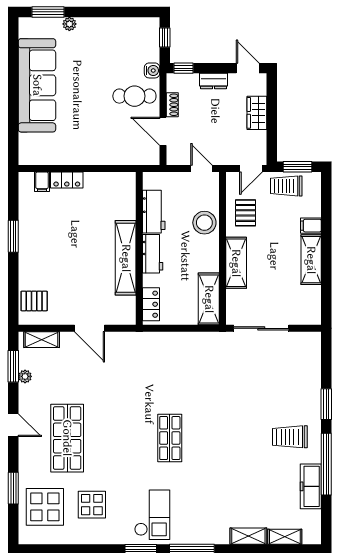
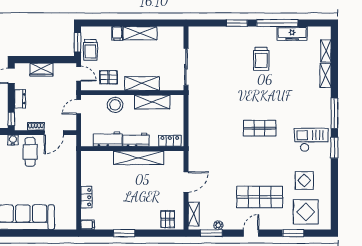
filing cabinet: (42, 182) -> (88, 225), moved
shelving: (209, 299) -> (152, 102), moved
trolley: (290, 437) -> (261, 59), moved

